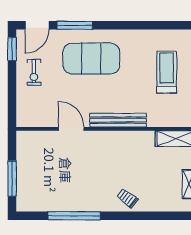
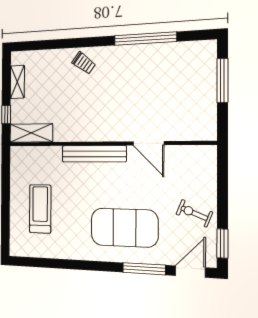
exercise bike: (34, 72) -> (194, 213), turned -68
treadmill: (167, 72) -> (40, 209), turned 180

